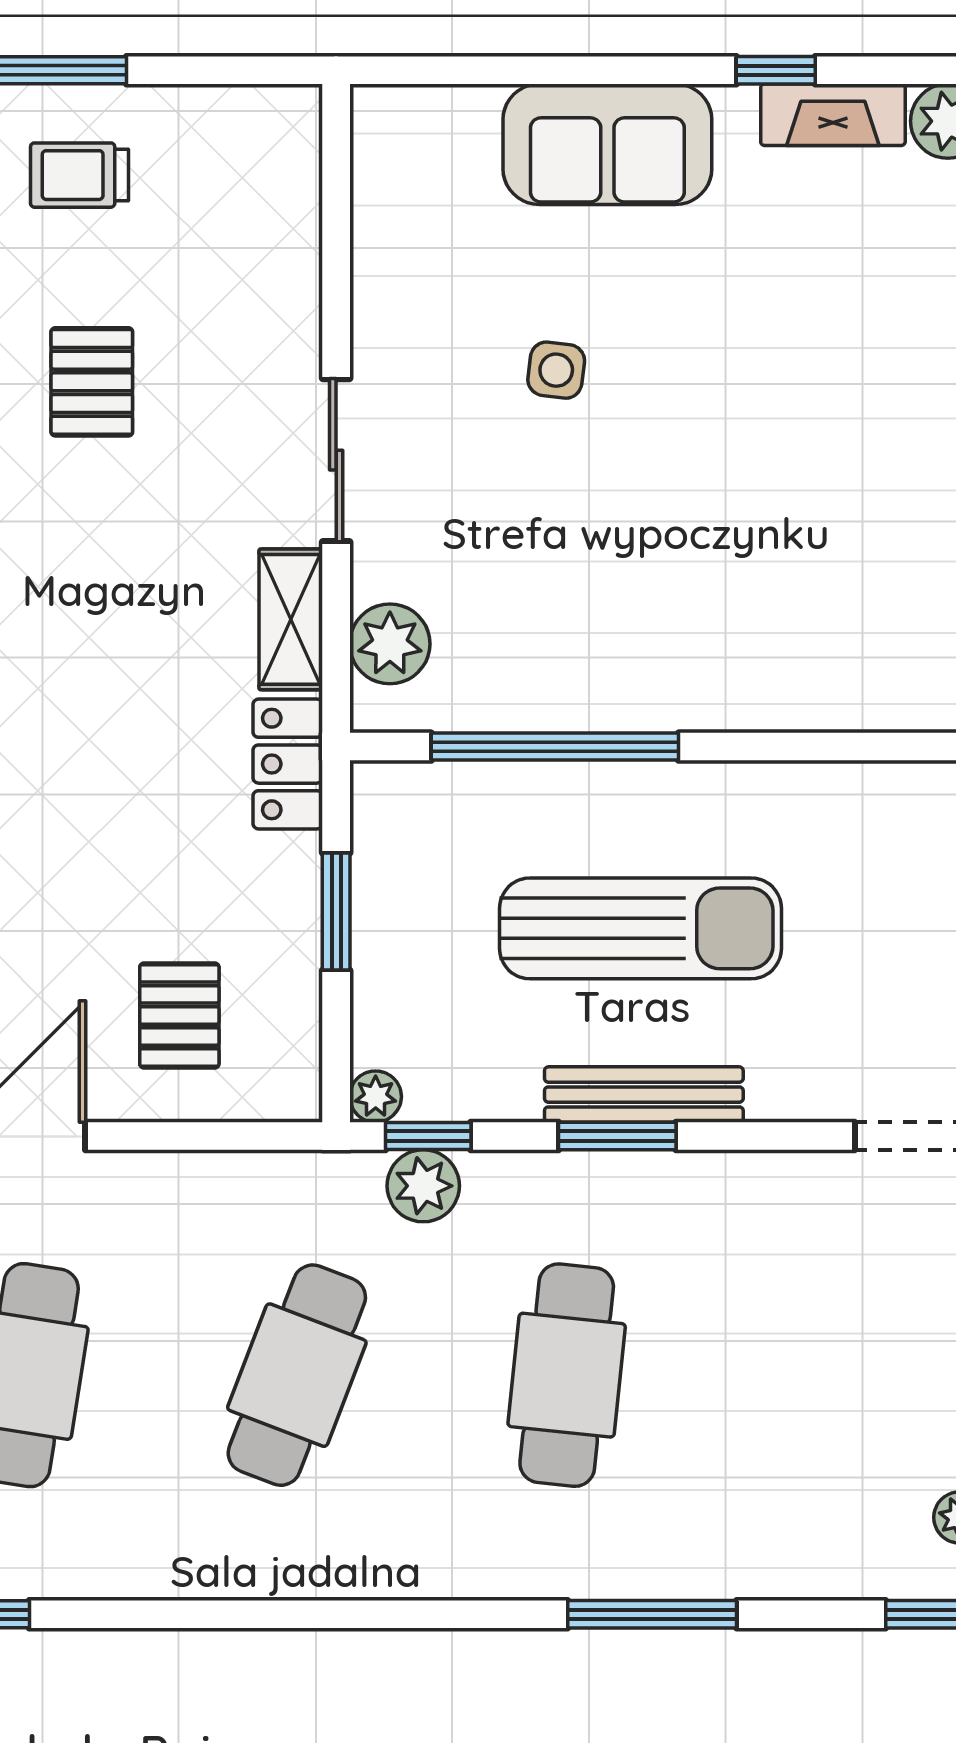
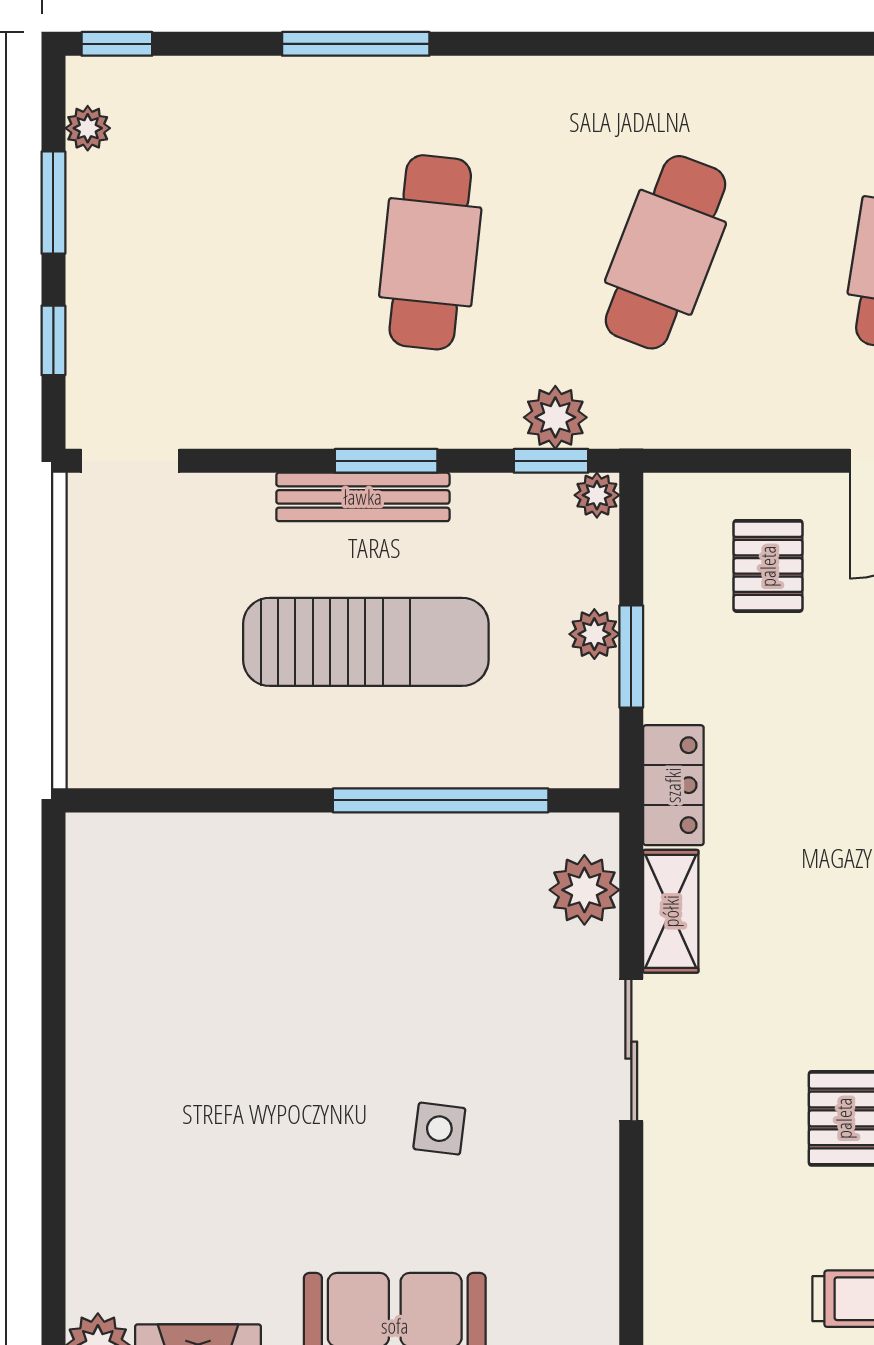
sun lounger: (641, 928) -> (366, 642), turned 180
plant: (378, 937) -> (594, 634), added

